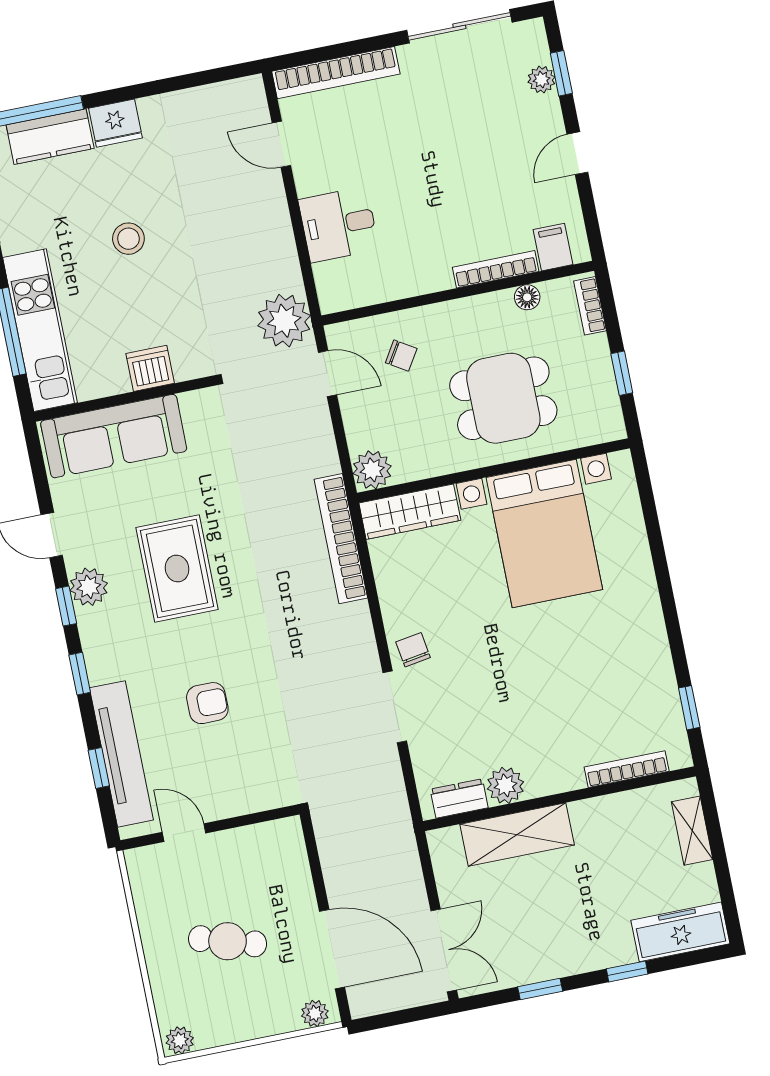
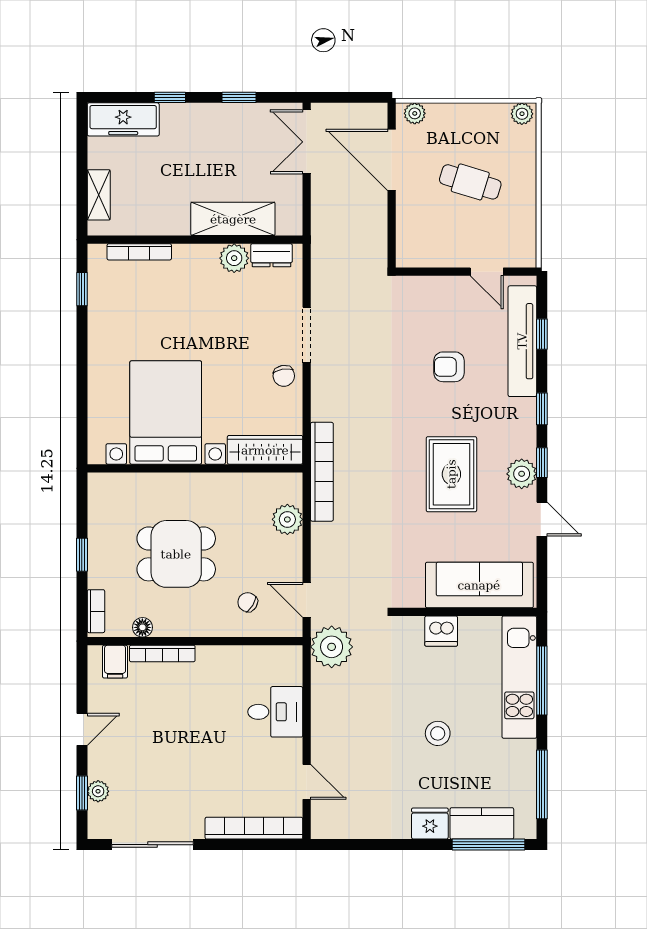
wall: (493, 471) -> (195, 468), moved
wardrobe: (410, 512) -> (265, 450), moved
bed with nightstands: (544, 533) -> (166, 412), moved

